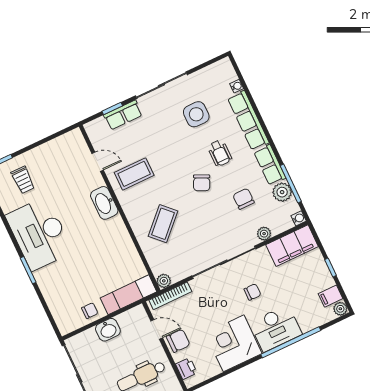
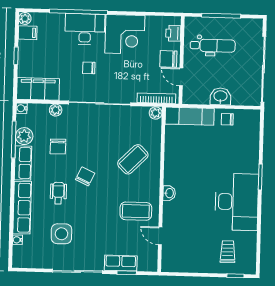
washbasin: (104, 203) -> (169, 193), width x0.52, depth x0.69

